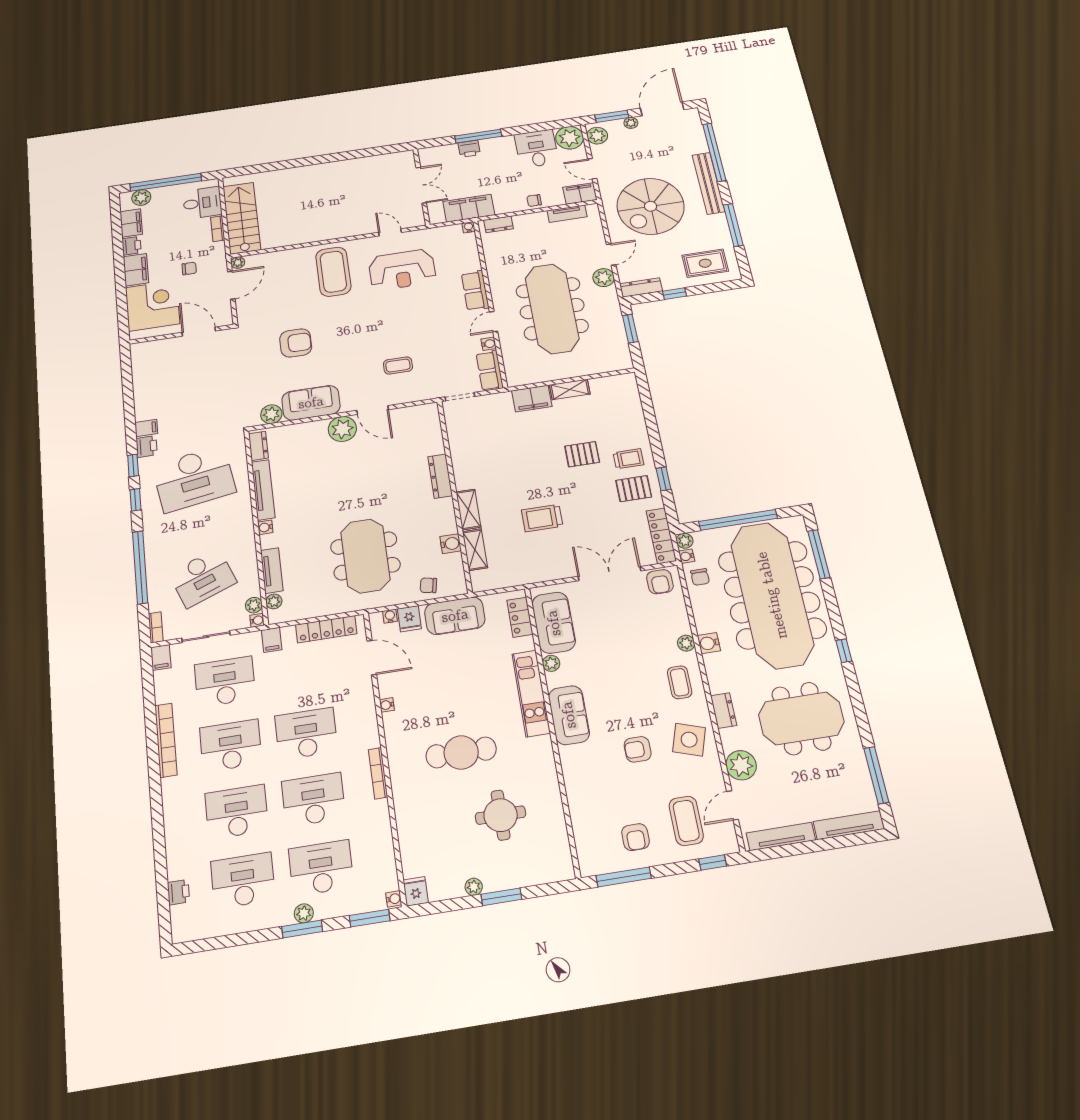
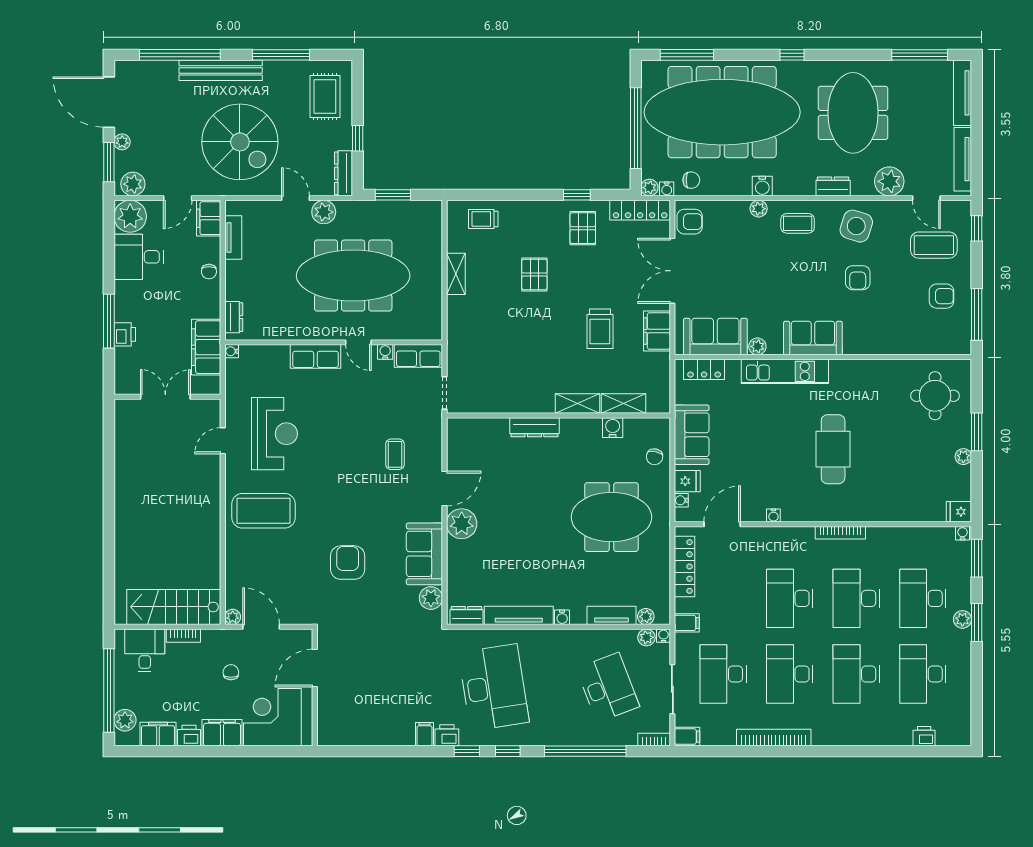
filing cabinet: (532, 399) -> (657, 331), moved, turned 180
trolley: (628, 459) -> (483, 219), moved, turned -90
round table: (501, 815) -> (935, 396), moved

